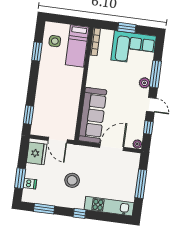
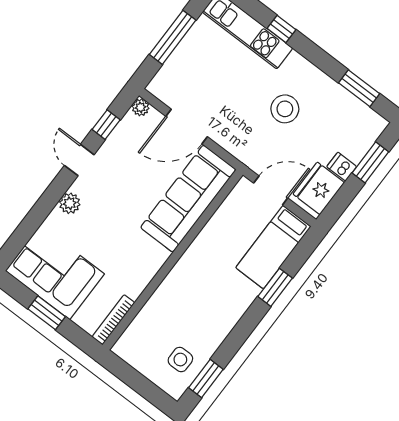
bed: (77, 46) -> (273, 247), moved, turned 180
window: (37, 51) -> (206, 378), moved
window: (155, 74) -> (43, 208), removed
window: (28, 115) -> (275, 287), moved
door: (58, 140) -> (271, 190), hinge flipped
dishwasher: (30, 184) -> (342, 167), moved
window: (79, 213) -> (282, 29), moved

